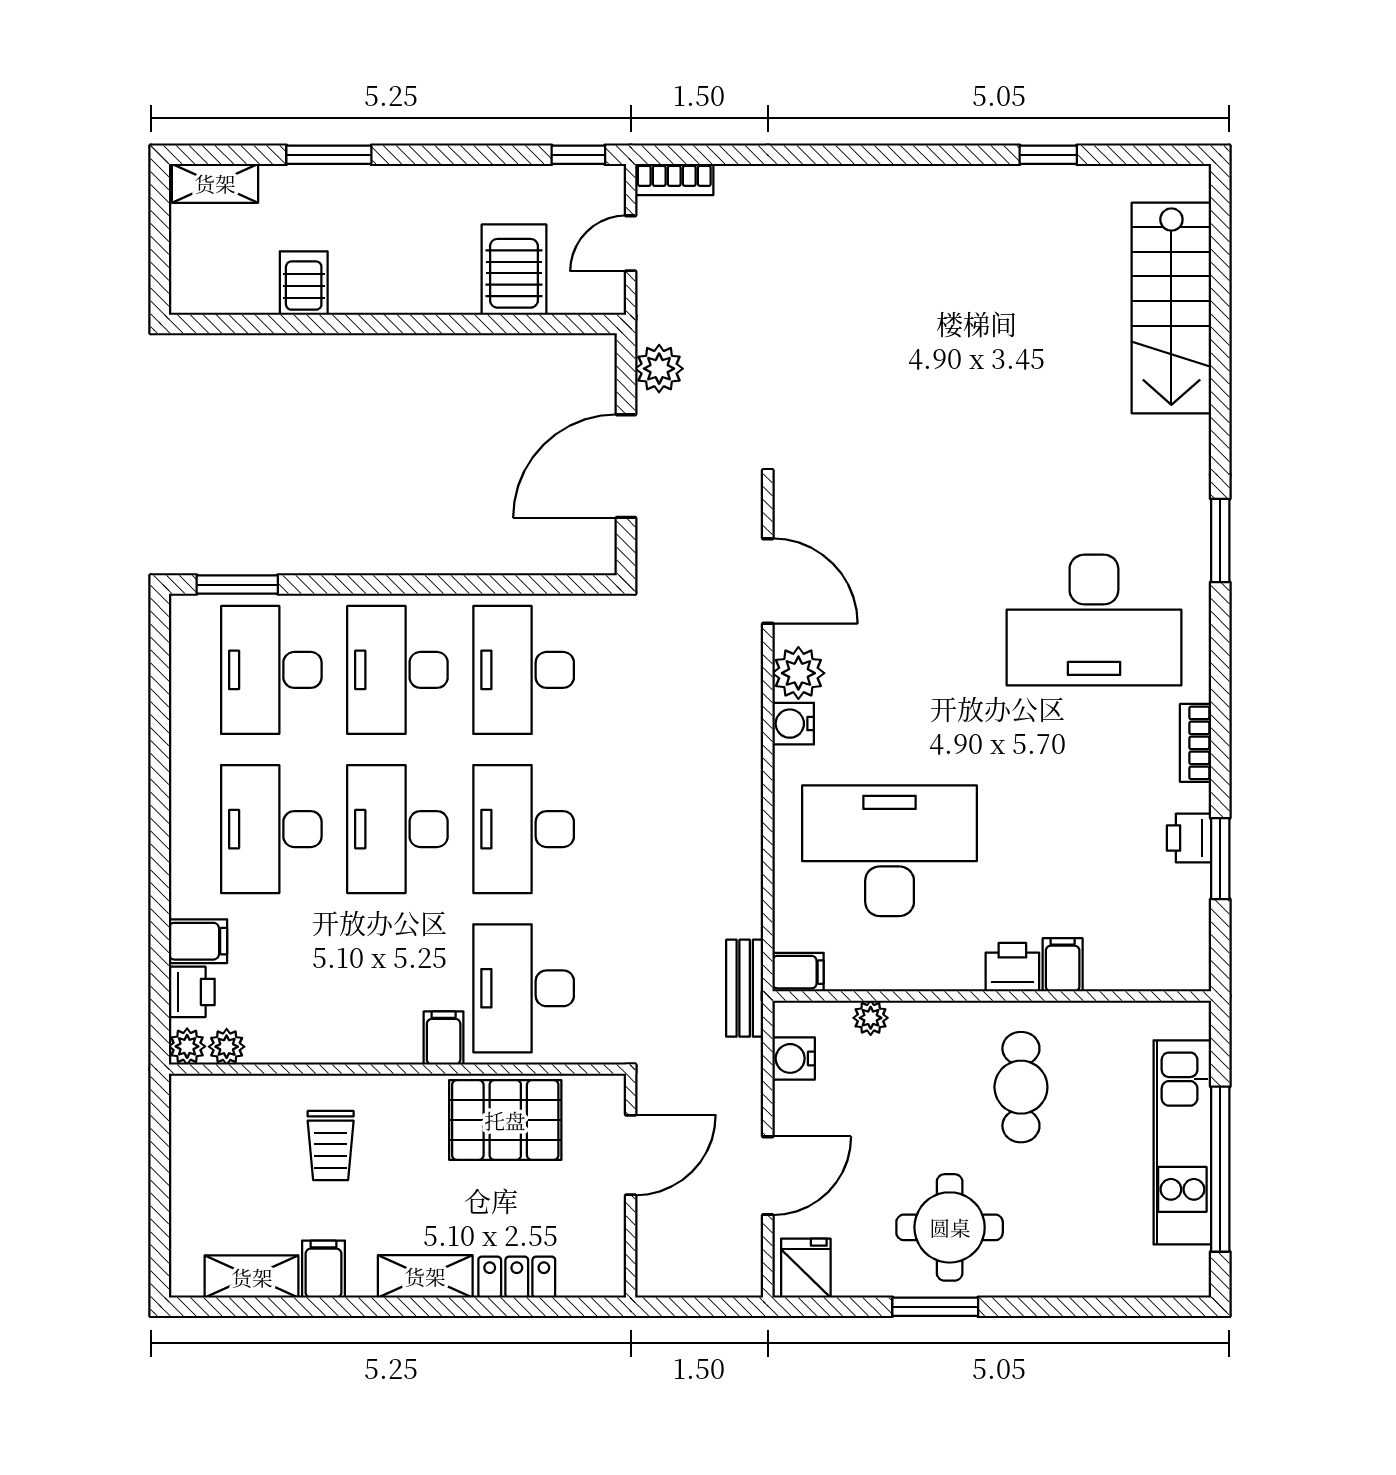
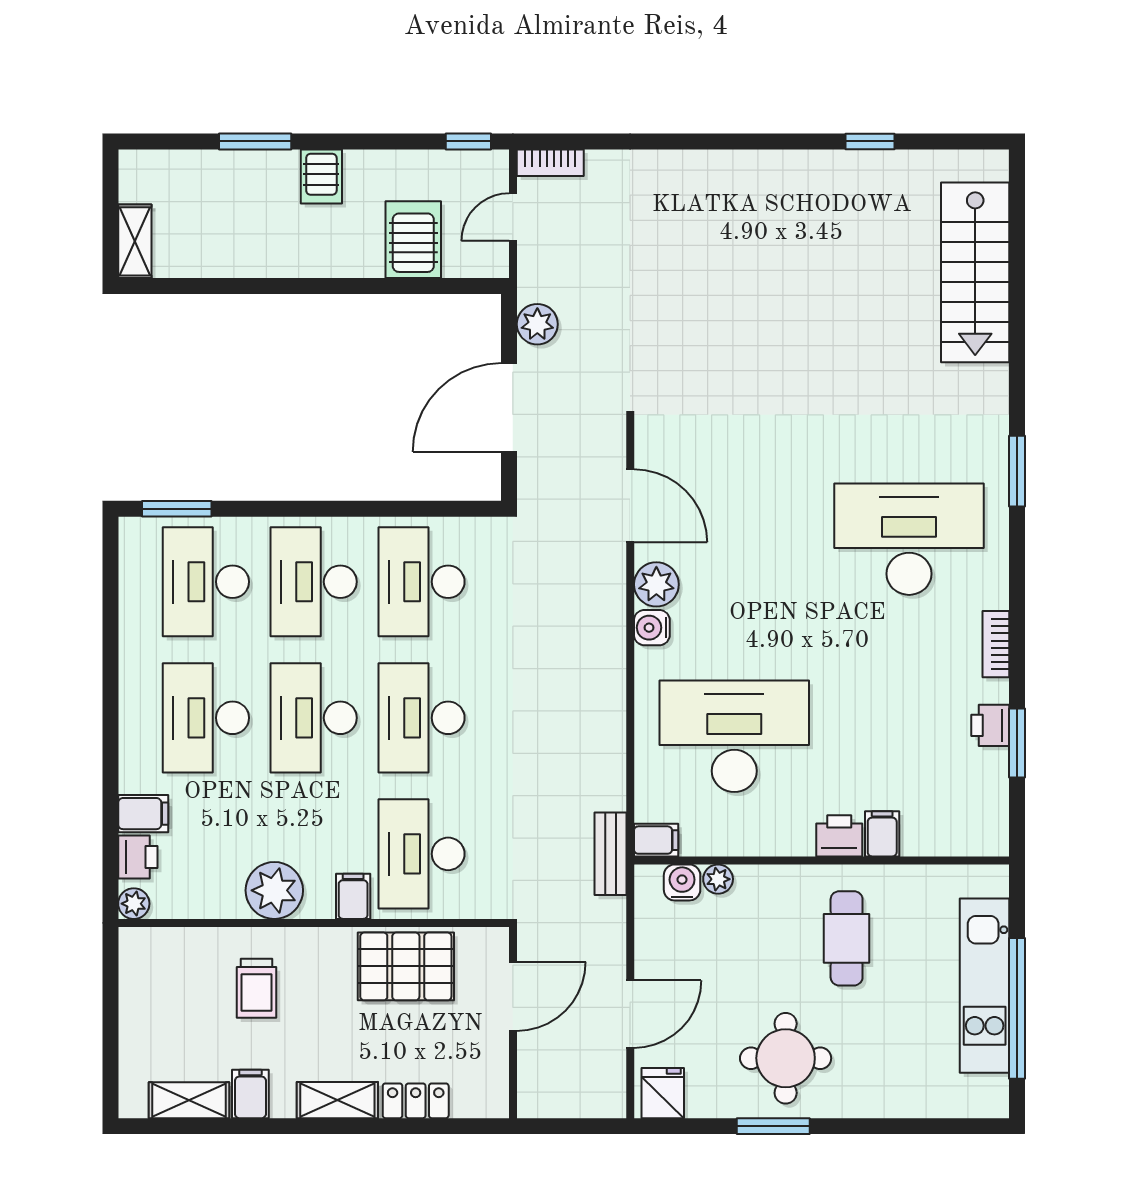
shelving: (215, 183) -> (135, 241), moved, turned 90
server rack: (304, 283) -> (321, 176), moved, turned 180
desk: (1094, 620) -> (909, 539), turned 180
plant: (227, 1047) -> (274, 890), moved, width x1.88, depth x1.88
water cooler: (794, 1058) -> (682, 882), moved, turned 90

